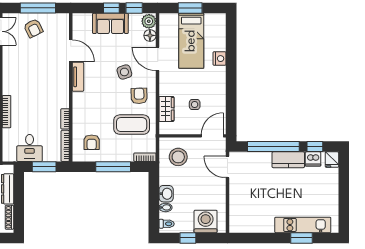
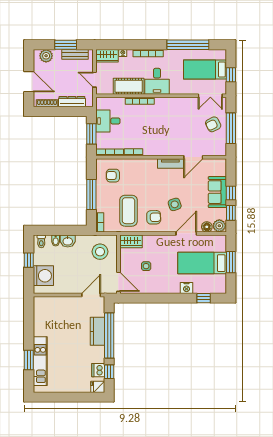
window: (231, 39) -> (204, 298), added
wardrobe: (166, 109) -> (131, 241), moved
kitchen counter: (288, 160) -> (98, 331), moved

